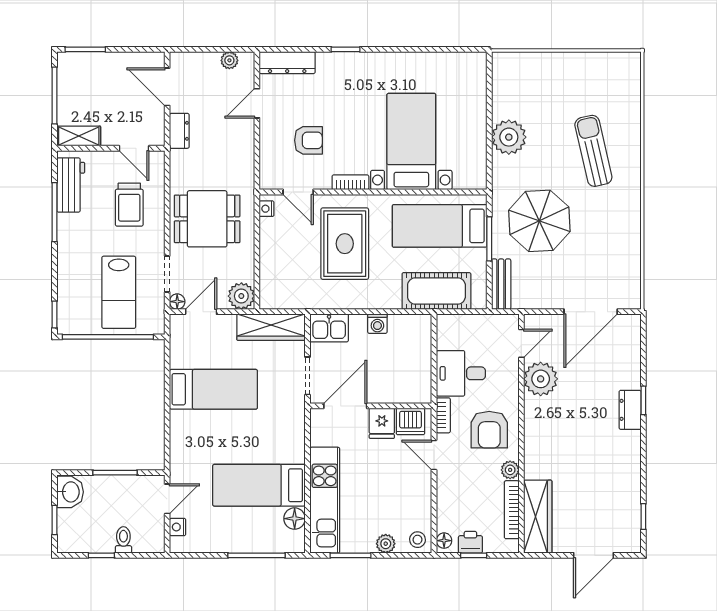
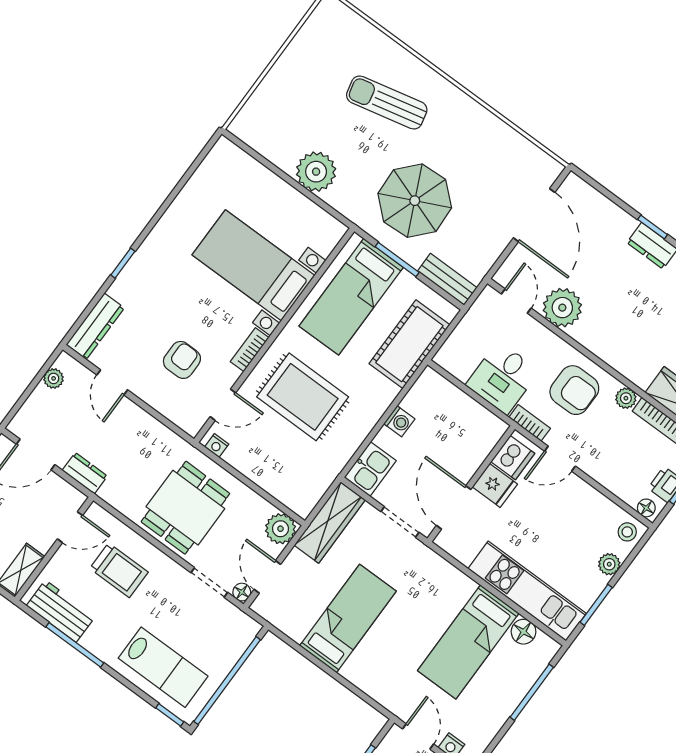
lab bench: (119, 292) -> (163, 667), moved

